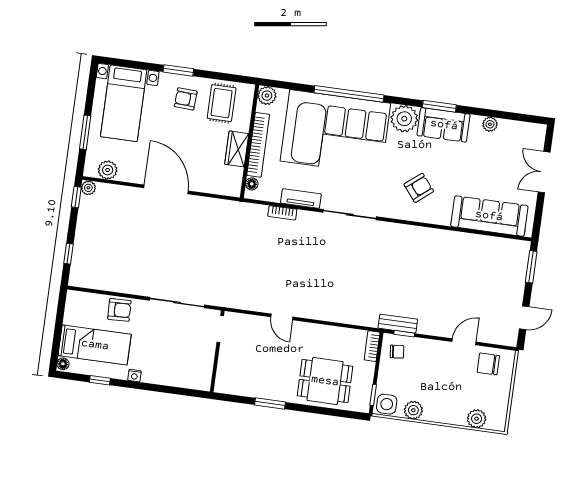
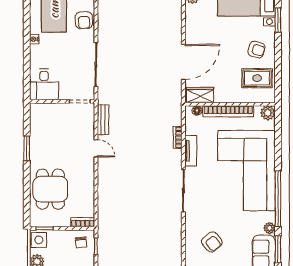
window: (178, 70) -> (278, 20), moved
window: (349, 94) -> (278, 199), moved
armchair: (186, 99) -> (256, 50), turned 103
plant: (404, 119) -> (269, 228), width x0.53, depth x0.53
wardrobe: (237, 149) -> (200, 95), moved
door: (166, 189) -> (183, 62), moved
door: (282, 317) -> (96, 148), swing flipped
bench: (398, 324) -> (103, 120), moved
desk: (193, 371) -> (44, 84), added
window: (100, 380) -> (27, 13), removed

